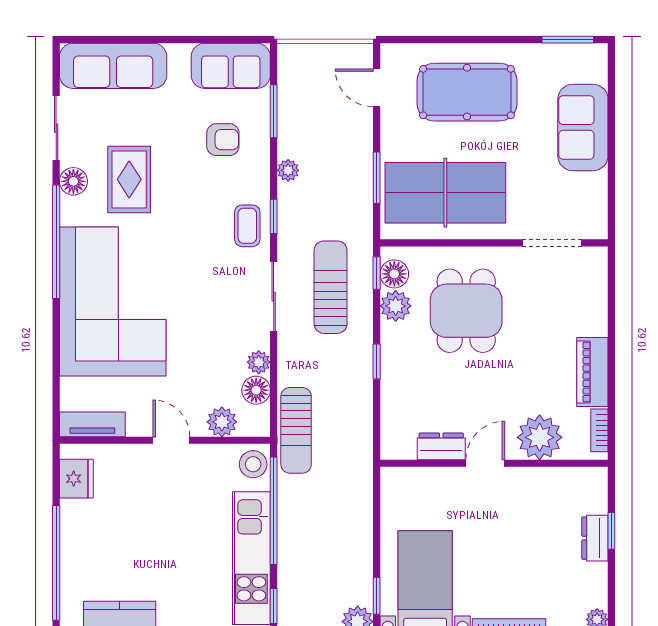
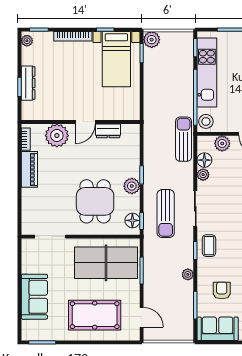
armchair: (223, 140) -> (222, 290), turned 90
plant: (396, 306) -> (132, 186), moved
dresser: (595, 538) -> (28, 83), width x1.44

